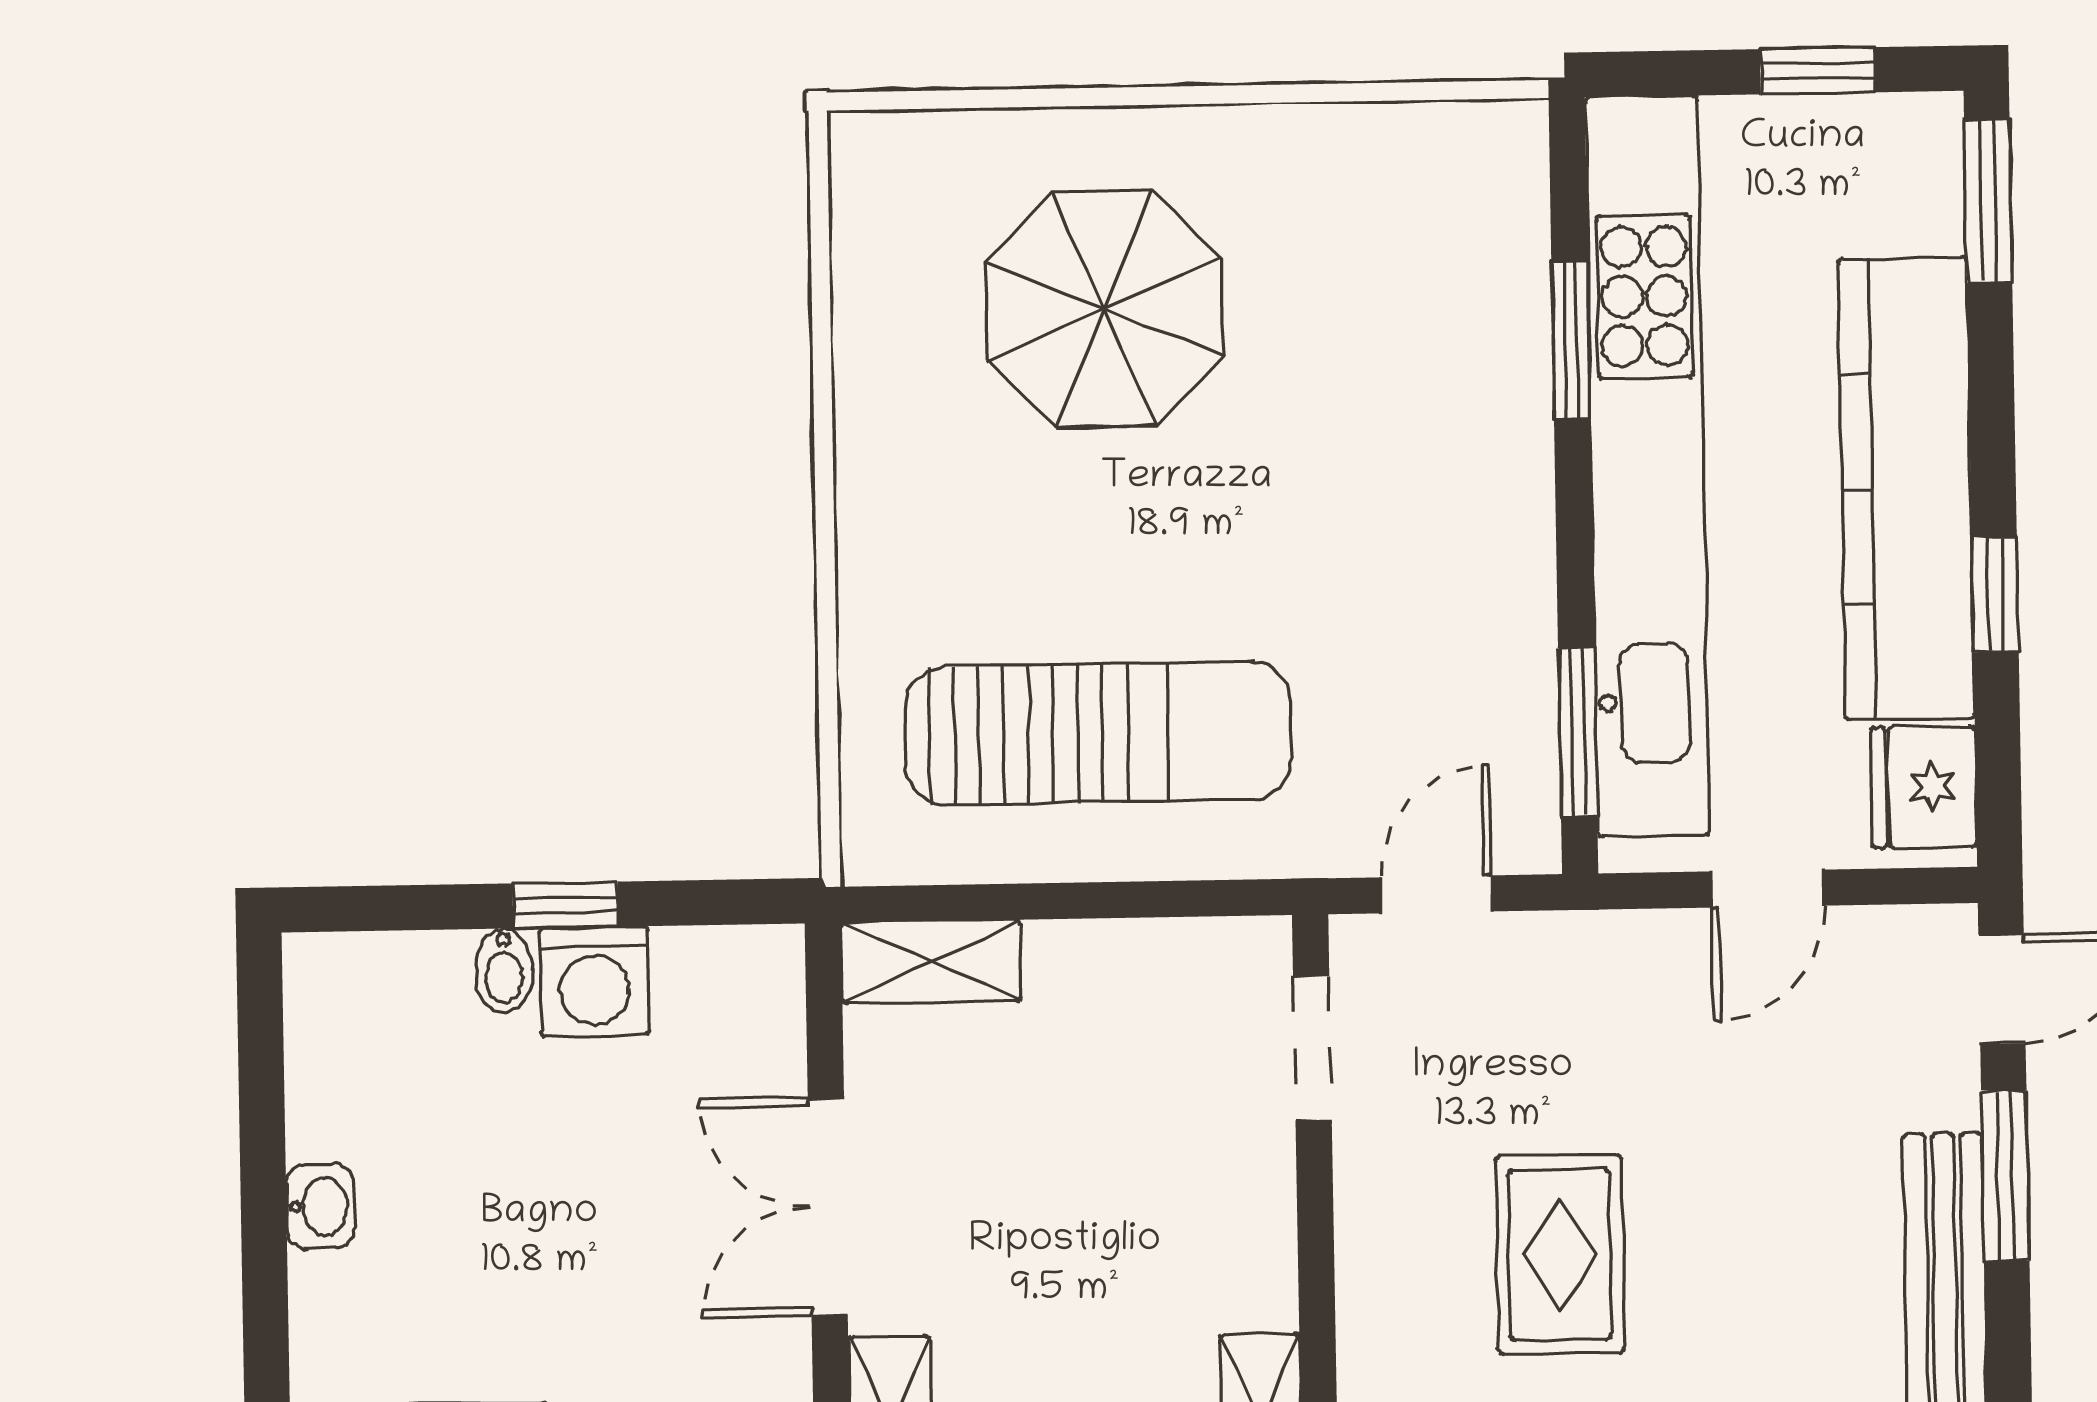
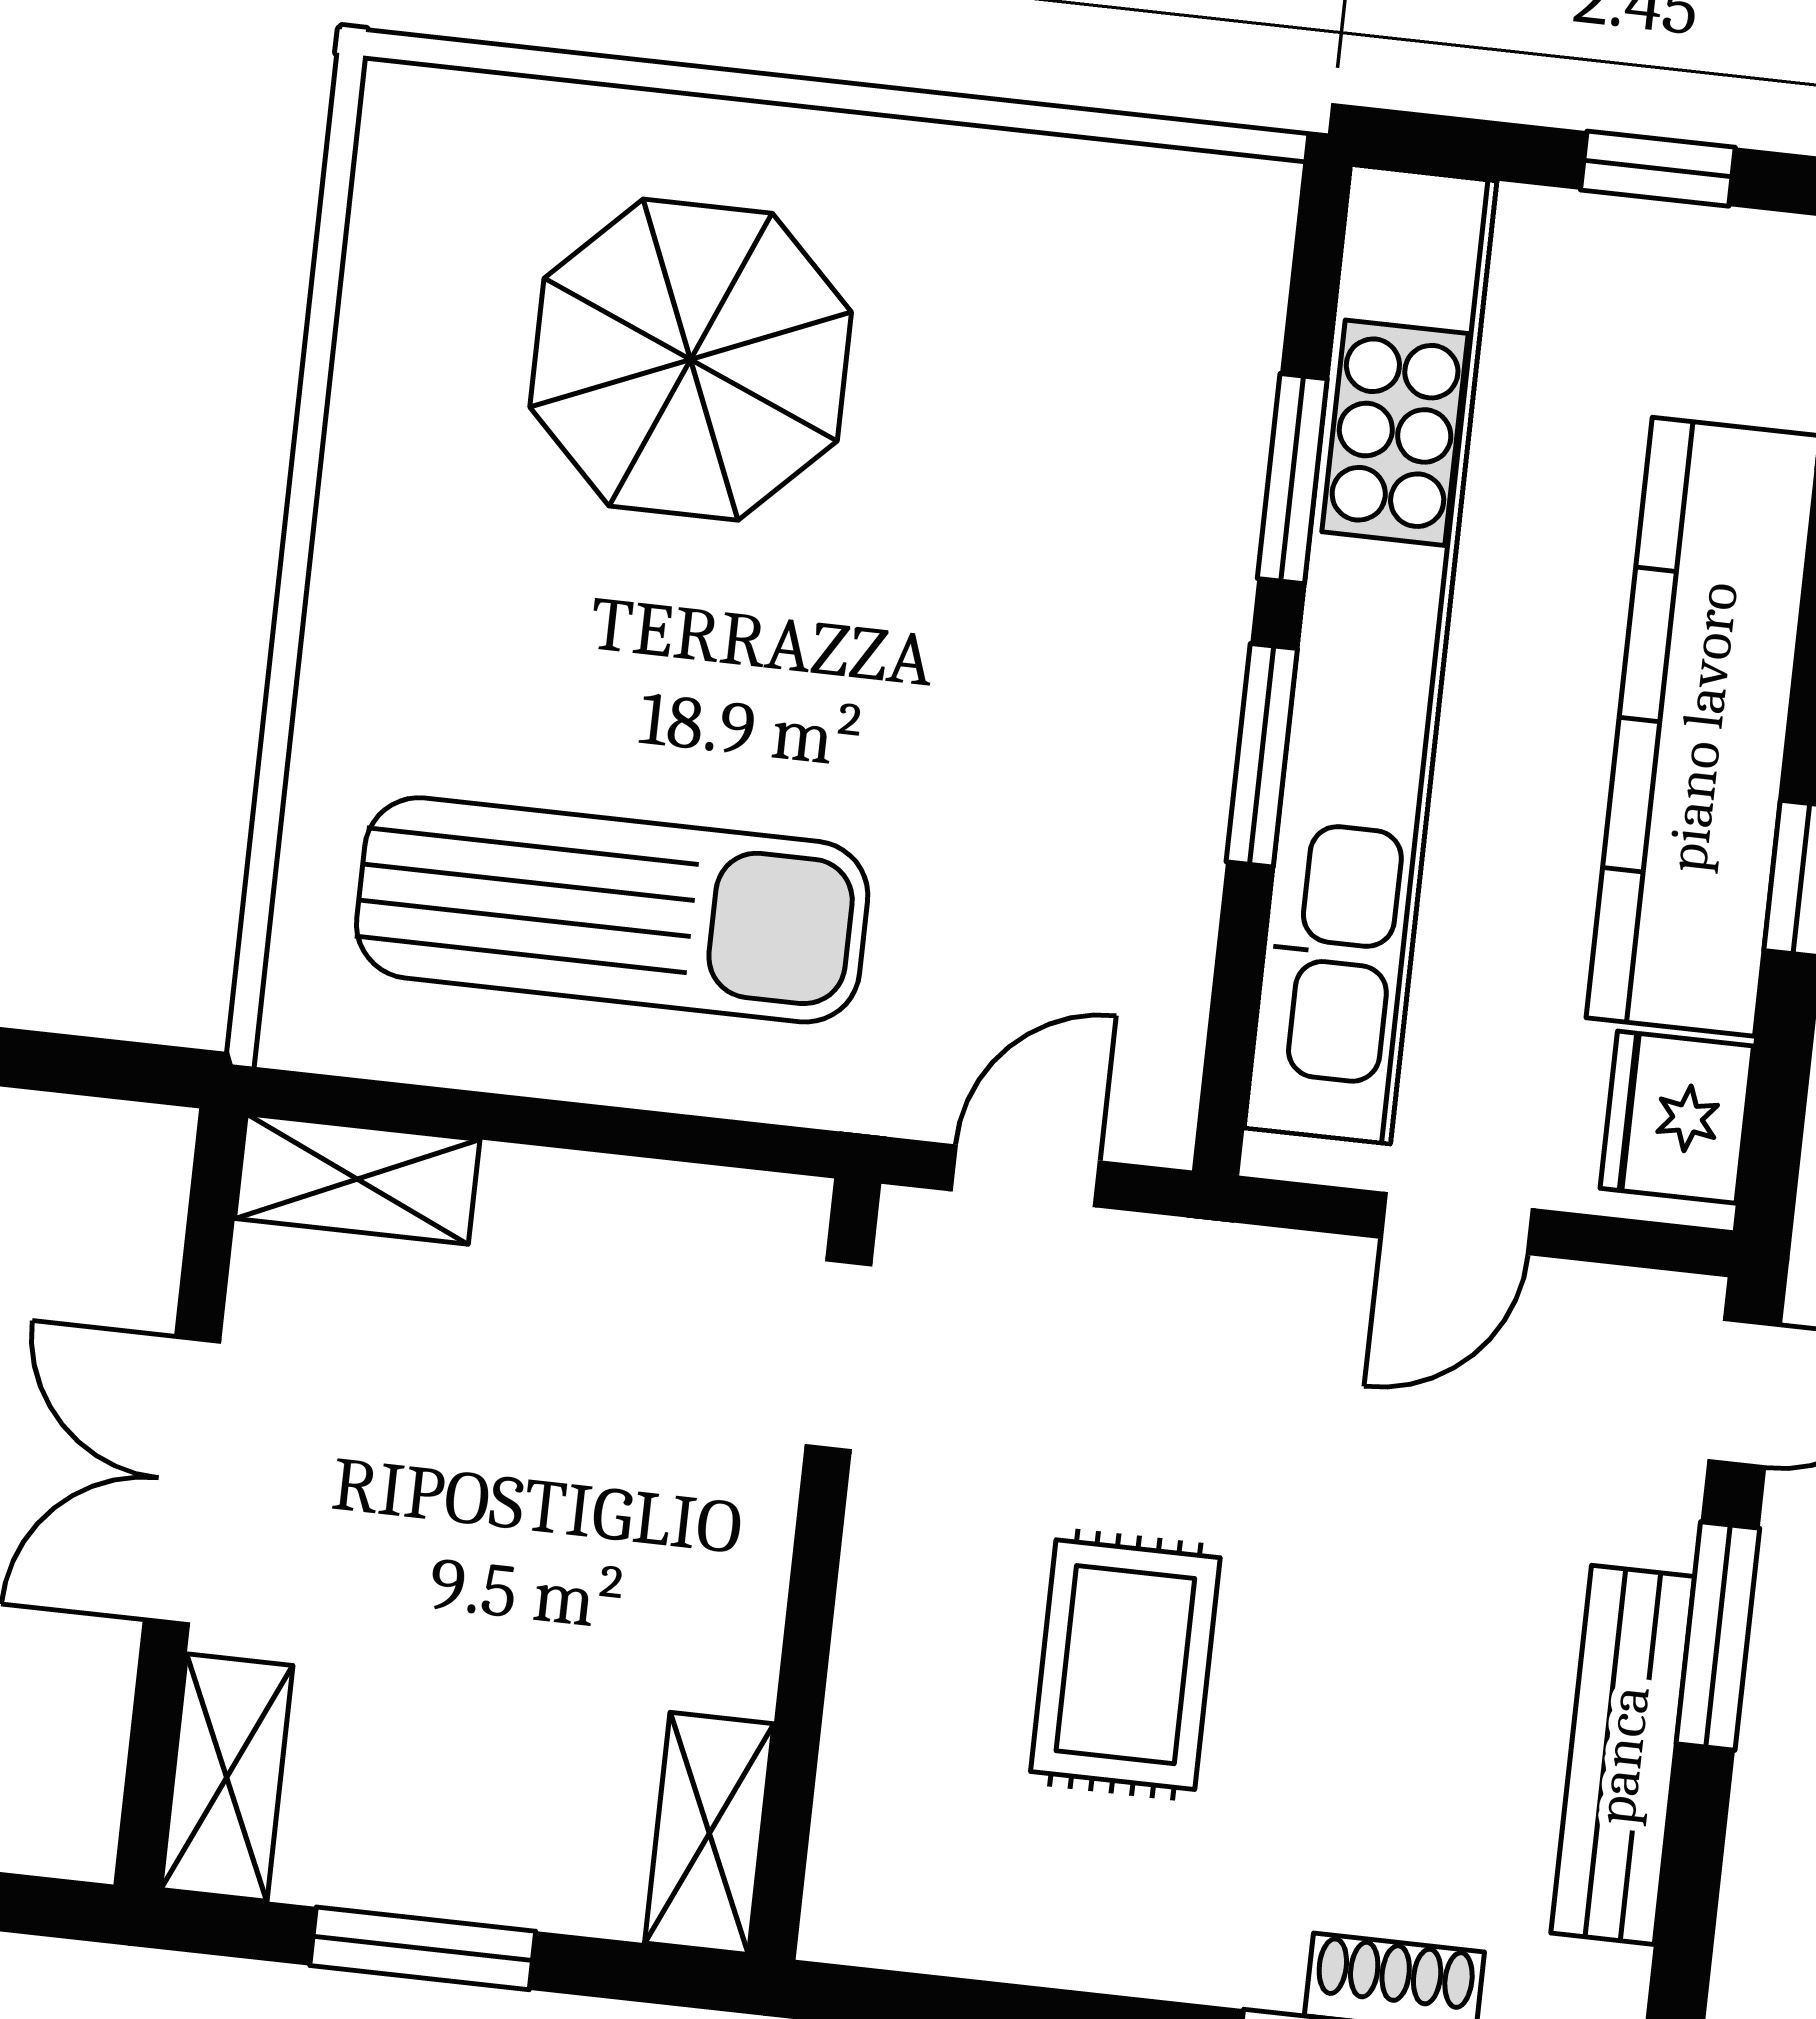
window: (1578, 732) -> (1262, 755), moved

